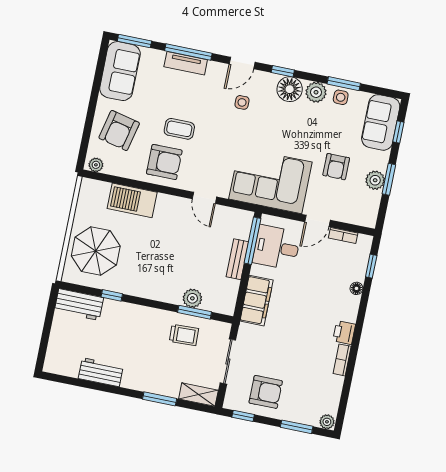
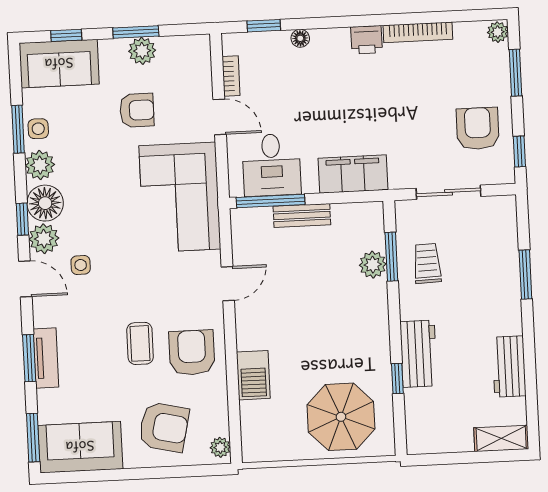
window: (188, 52) -> (29, 358), width x0.69
plant: (266, 82) -> (44, 239), added
barbecue: (132, 200) -> (253, 375), width x0.73, depth x0.83
workbench: (79, 305) -> (419, 354), moved
bookcase: (342, 360) -> (418, 32), width x1.56
shelving: (198, 395) -> (501, 438), moved, turned 90

